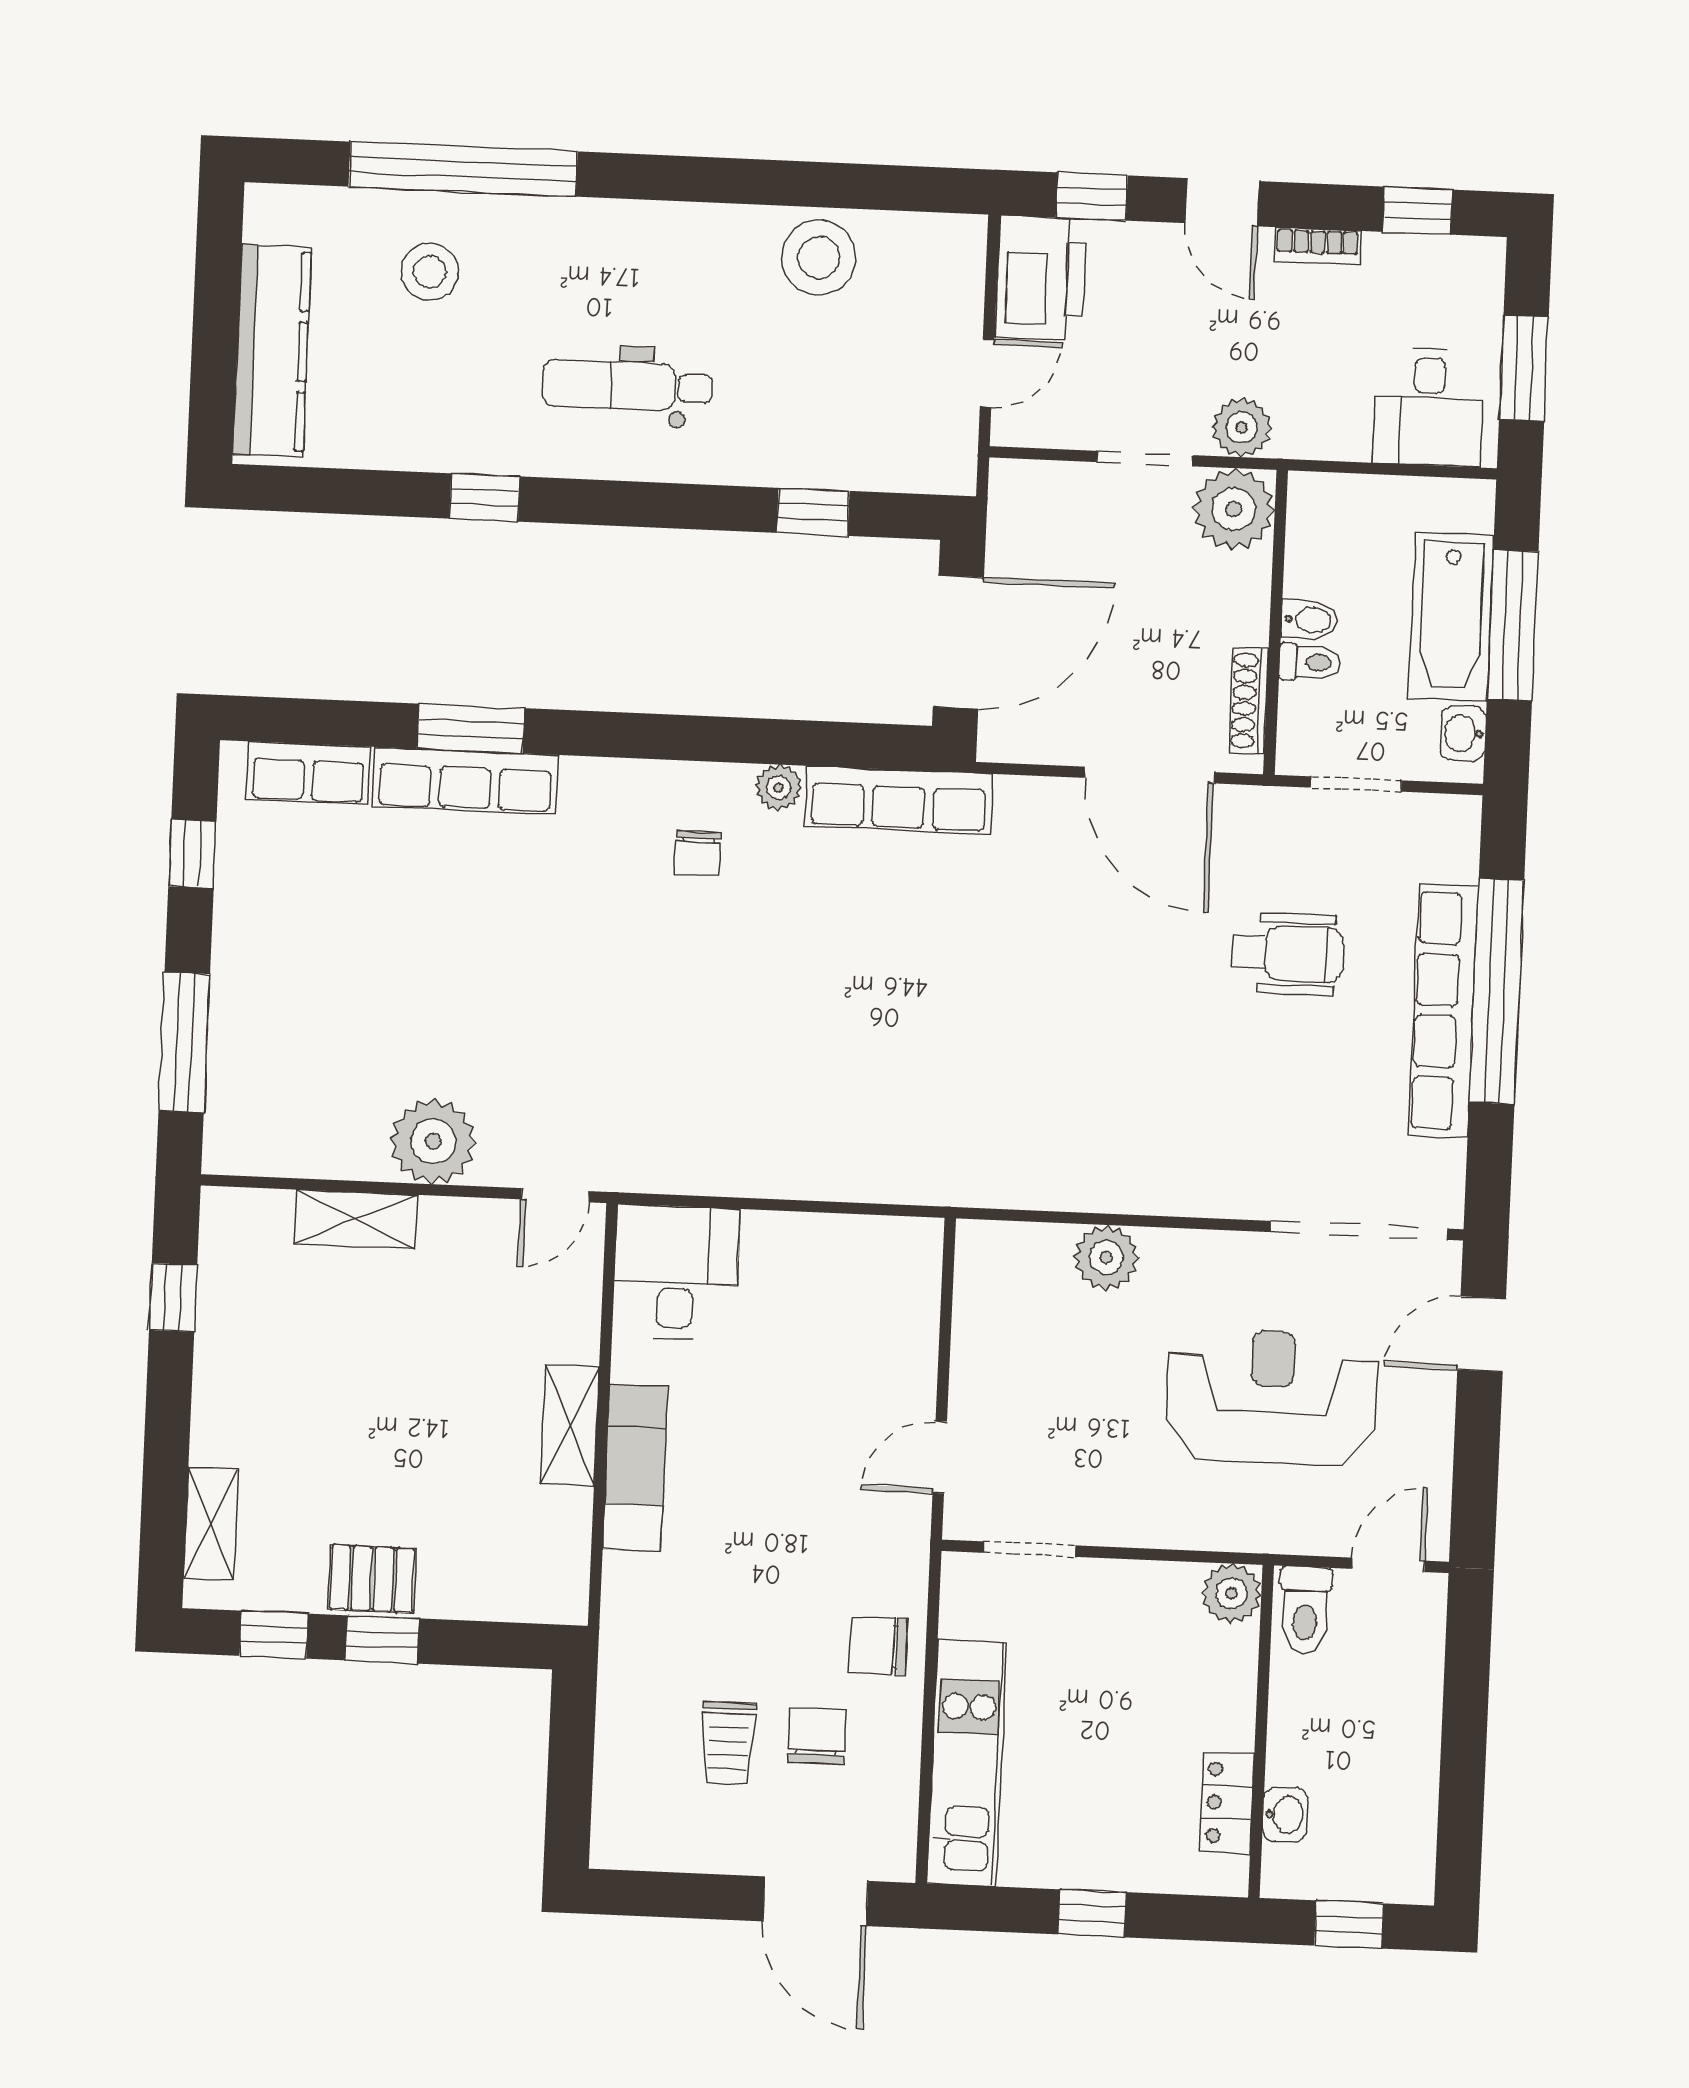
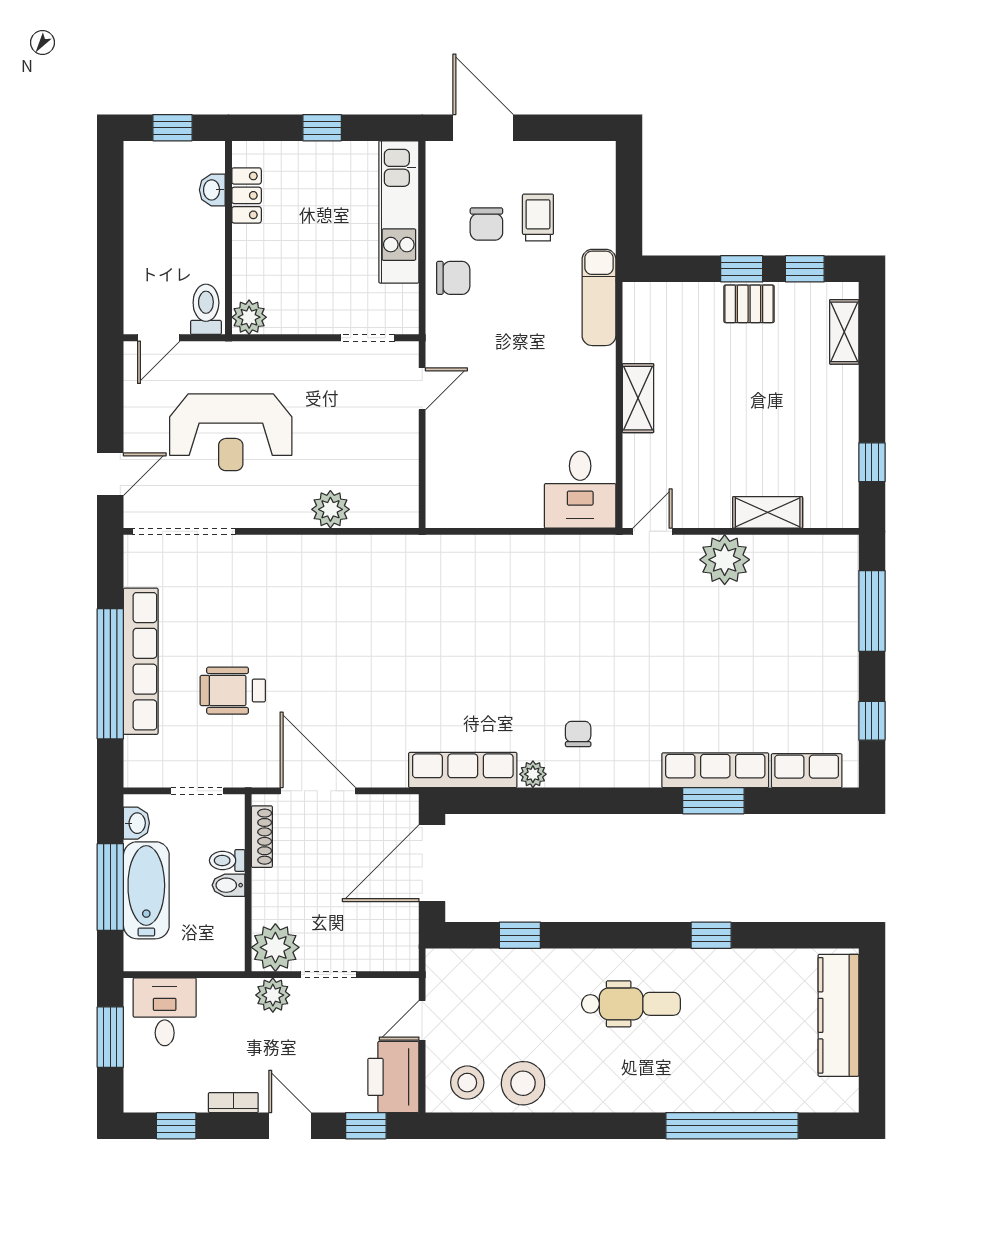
stool: (430, 272) -> (467, 1083), moved
exam couch: (635, 1468) -> (599, 297), moved

